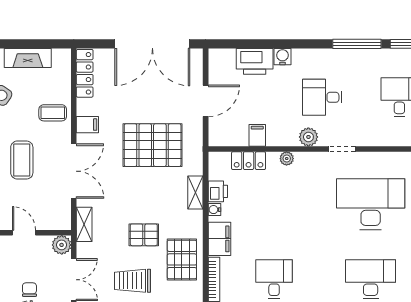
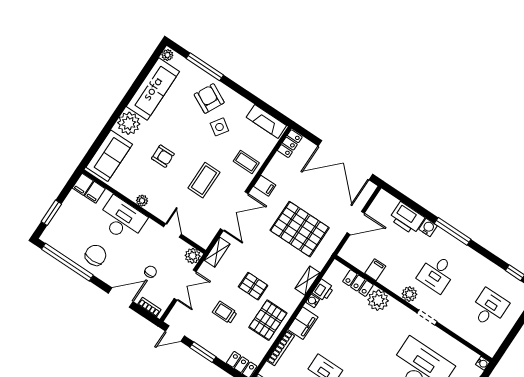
window: (357, 44) -> (453, 231), moved
fireplace: (28, 58) -> (266, 121), moved
locker: (85, 73) -> (290, 144), width x0.66
desk: (322, 97) -> (437, 273), turned -90
plant: (287, 159) -> (378, 300), width x1.87, depth x1.87
trolley: (133, 281) -> (225, 312), width x0.73, depth x0.72

